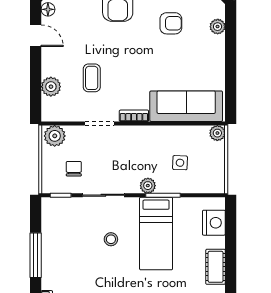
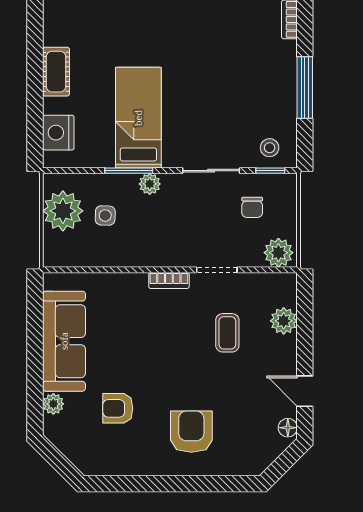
sofa: (186, 106) -> (64, 341), moved, turned -90
plant: (217, 133) -> (63, 211), moved, width x1.88, depth x1.88
stool: (111, 239) -> (270, 148), moved

